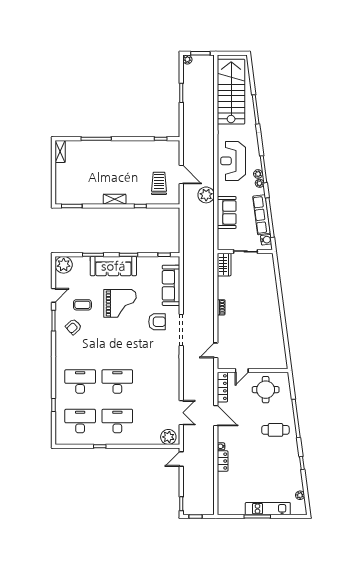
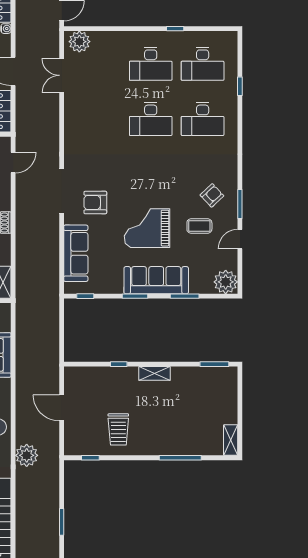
trolley: (159, 183) -> (118, 429), moved
plant: (206, 195) -> (27, 455), moved

